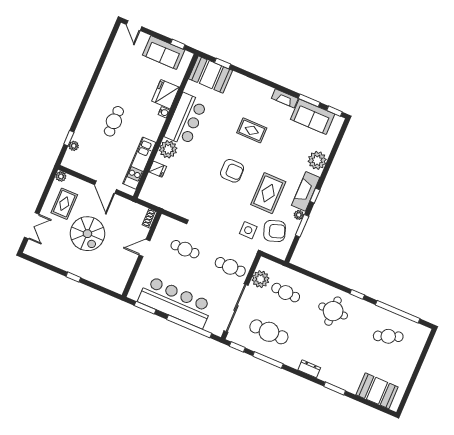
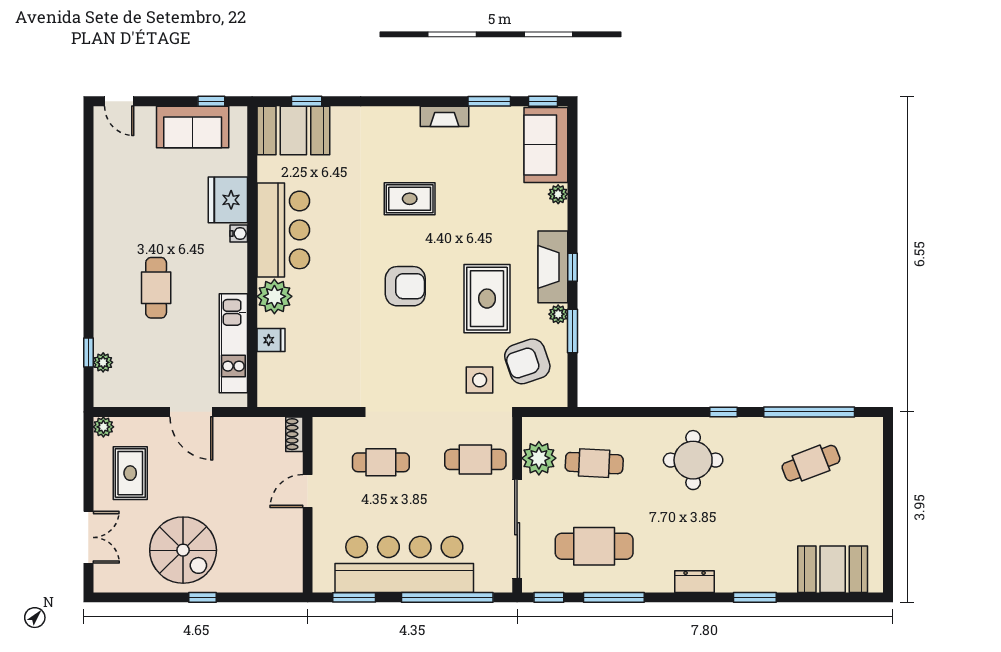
sofa: (313, 117) -> (546, 145), moved, turned 90
plant: (317, 160) -> (558, 194), width x0.53, depth x0.53
armchair: (275, 231) -> (527, 361), turned 180
spiral stairs: (87, 234) -> (183, 550), moved

